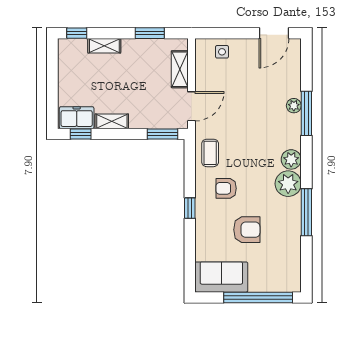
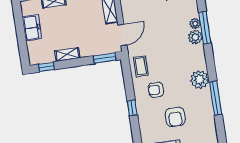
freezer: (77, 118) -> (32, 28), moved, turned 90
plant: (291, 159) -> (195, 37), moved
armchair: (247, 230) -> (175, 117), turned 90

